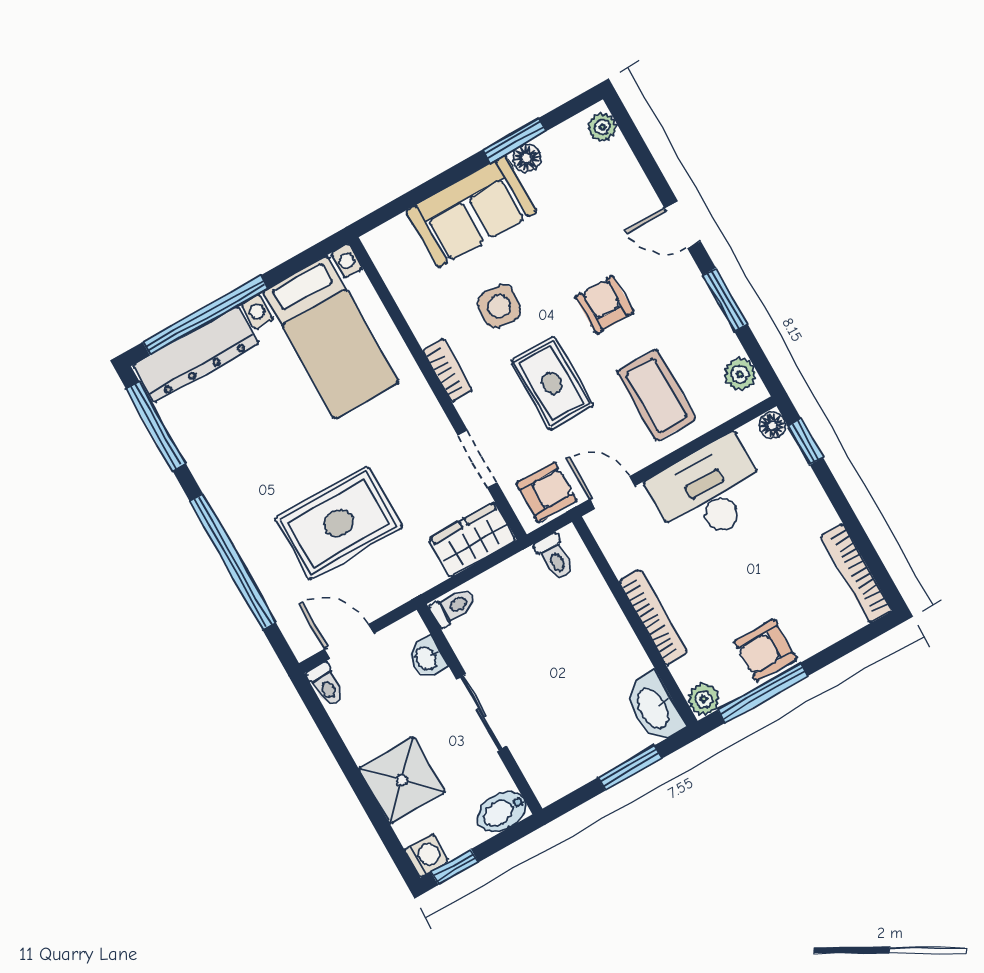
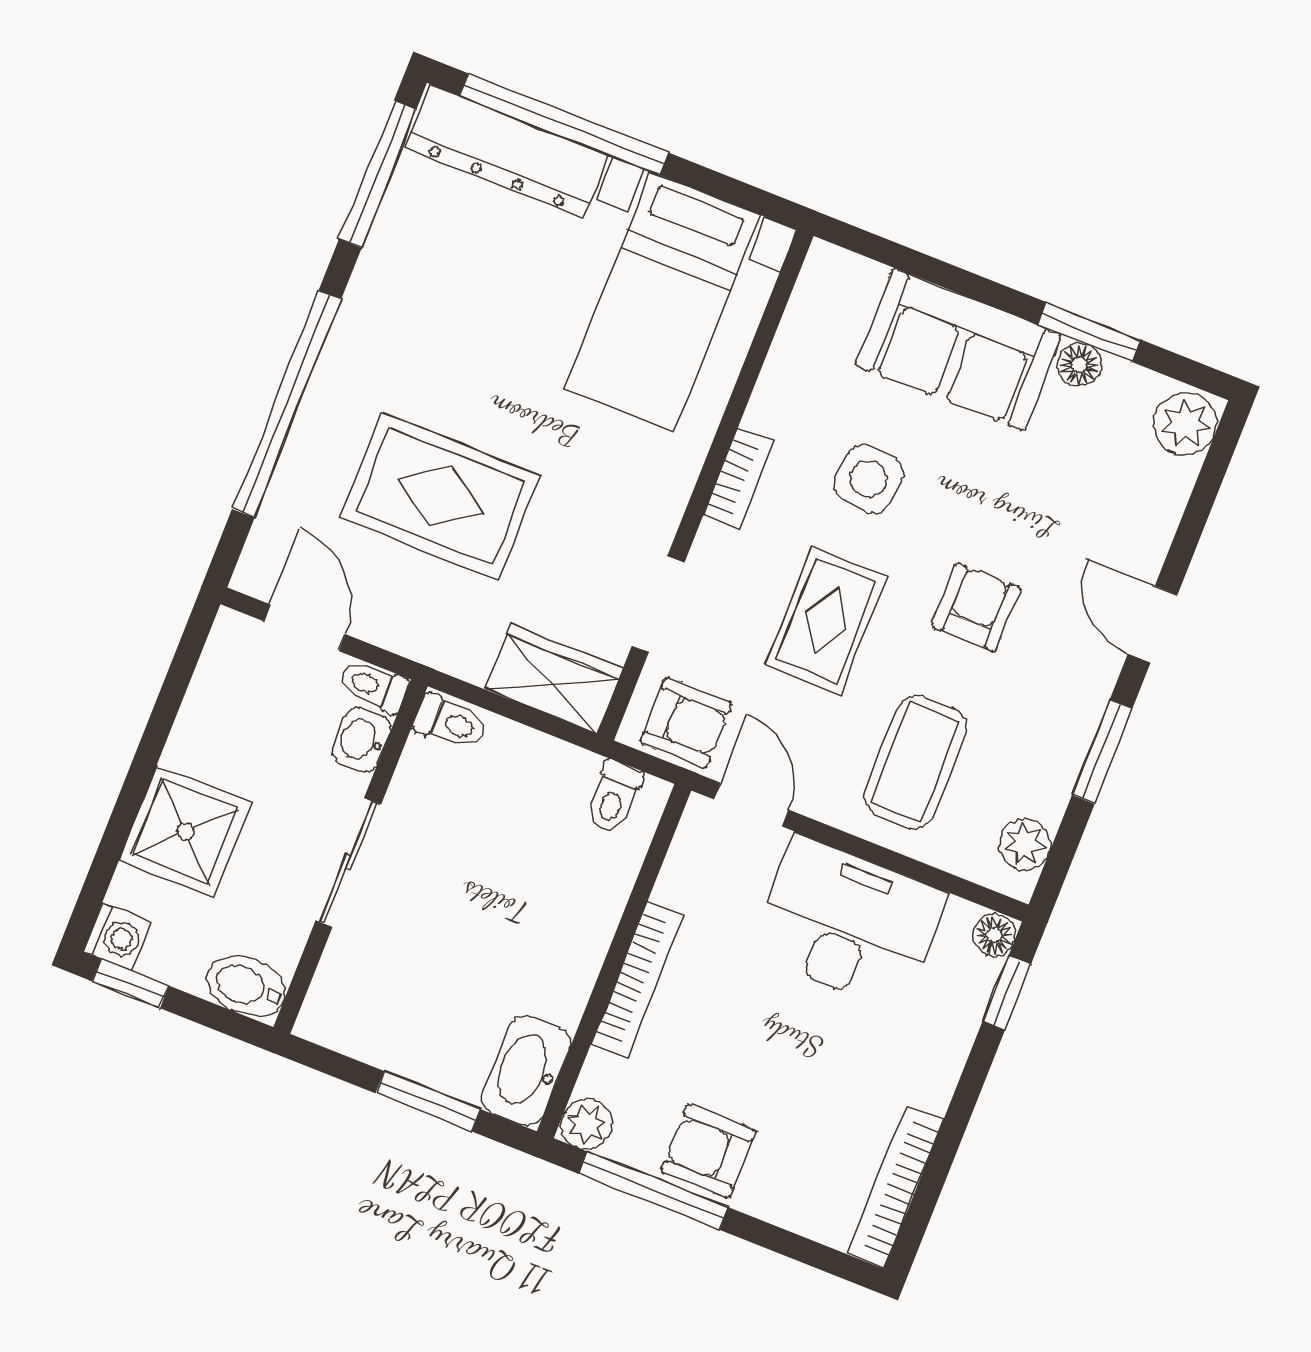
plant: (602, 127) -> (1185, 424), width x1.38, depth x1.38
toilet: (326, 685) -> (373, 686), moved, turned 90

